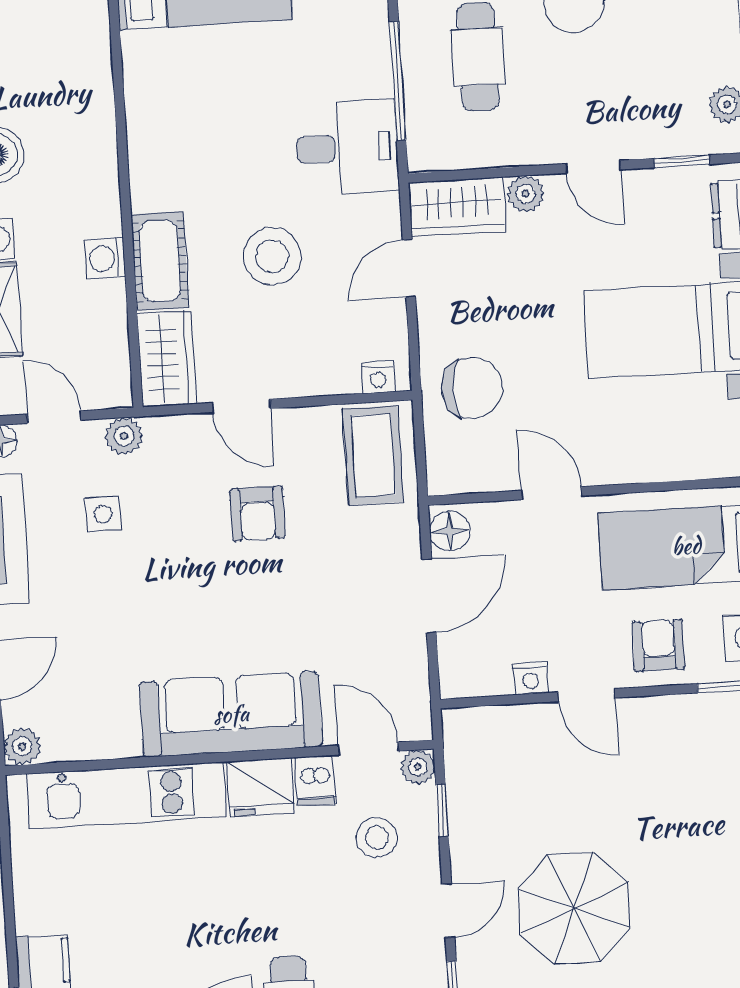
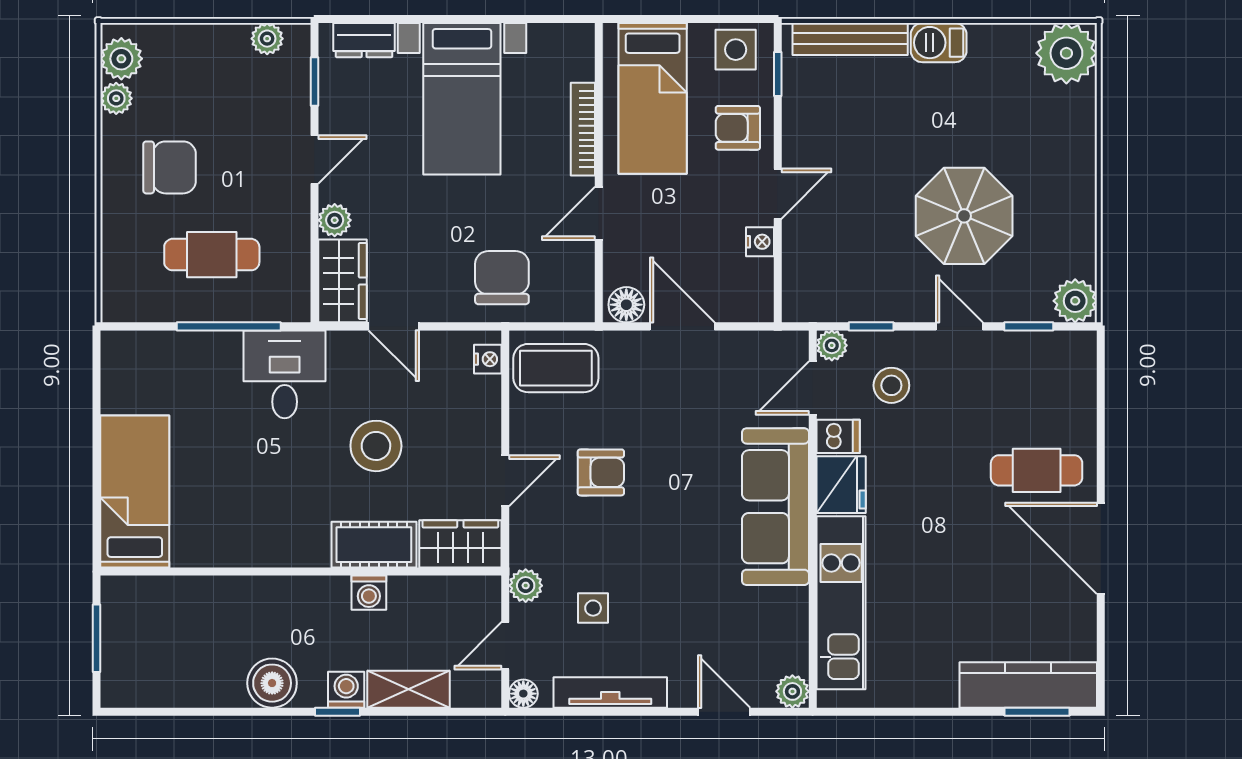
bookcase: (646, 469) -> (583, 129), added

